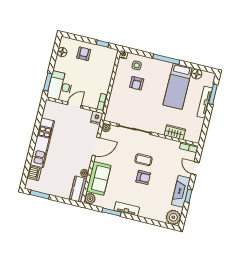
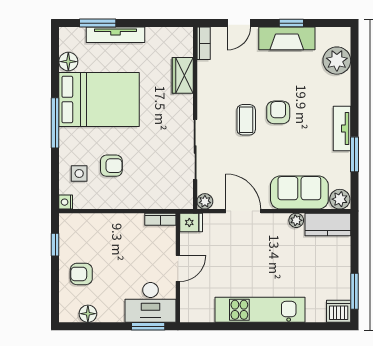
bed: (178, 86) -> (99, 100), width x1.50
door: (74, 105) -> (178, 268), swing flipped
dishwasher: (34, 173) -> (339, 311), moved
plant: (173, 217) -> (337, 61), moved

